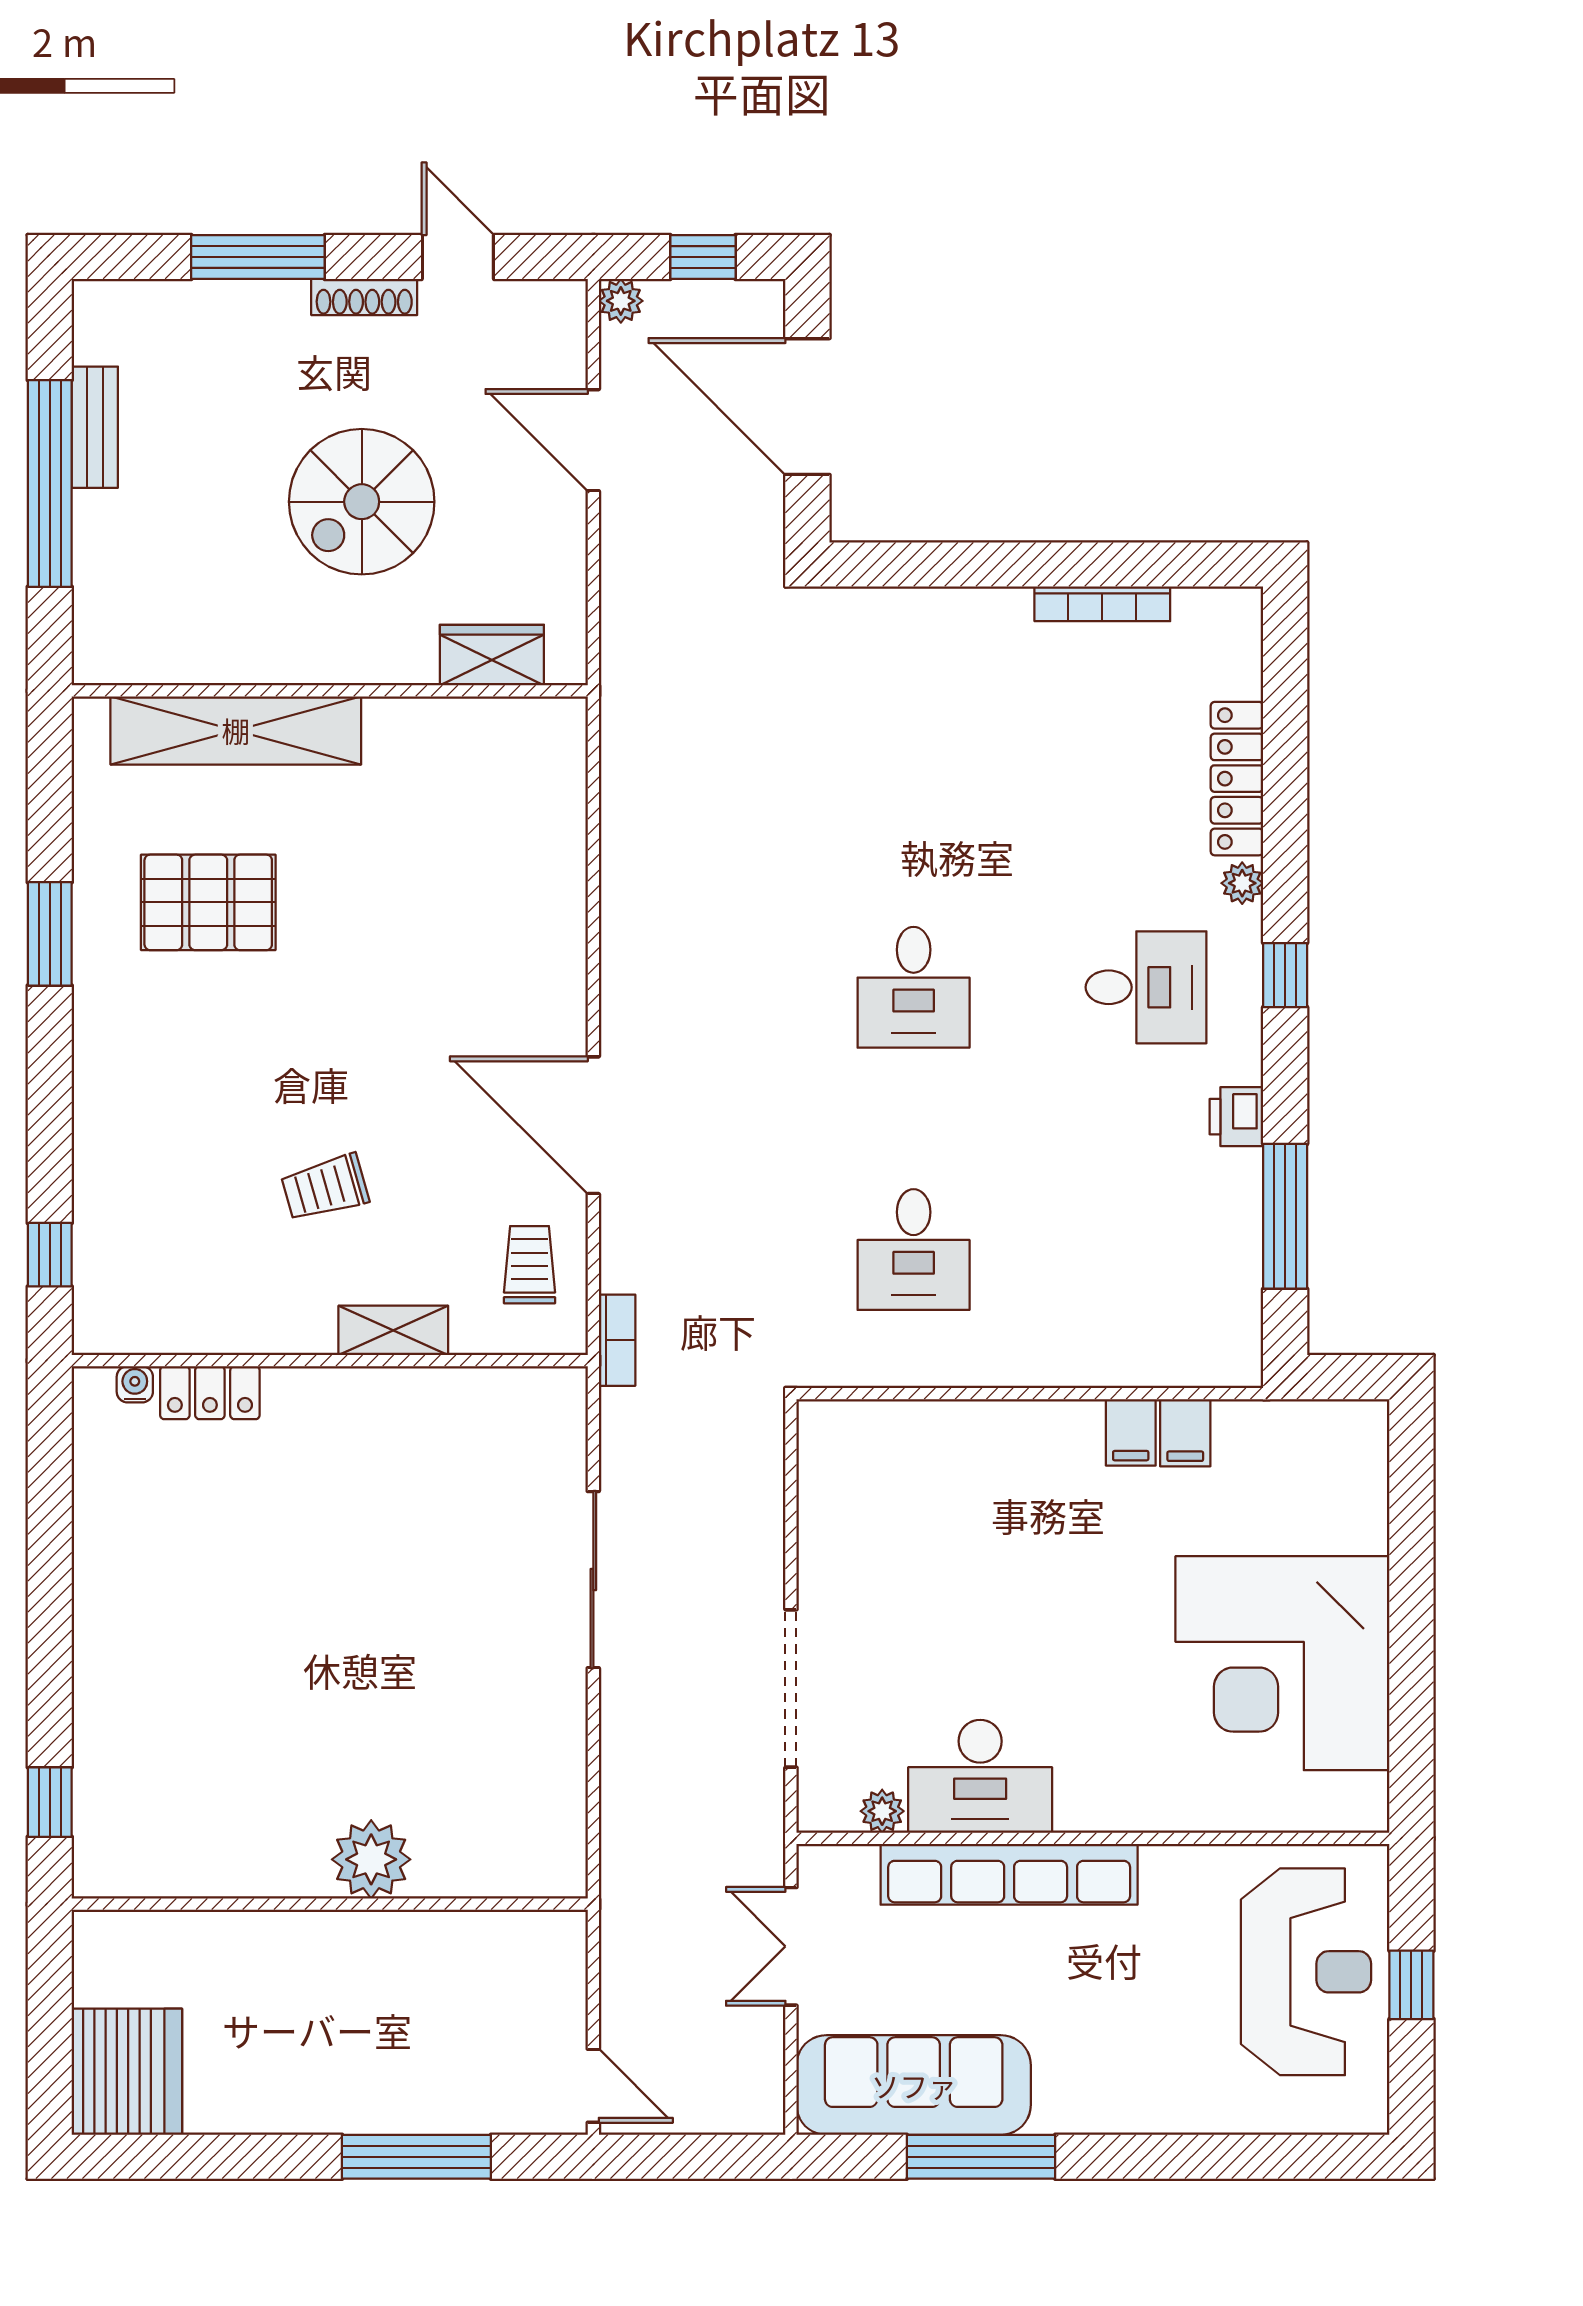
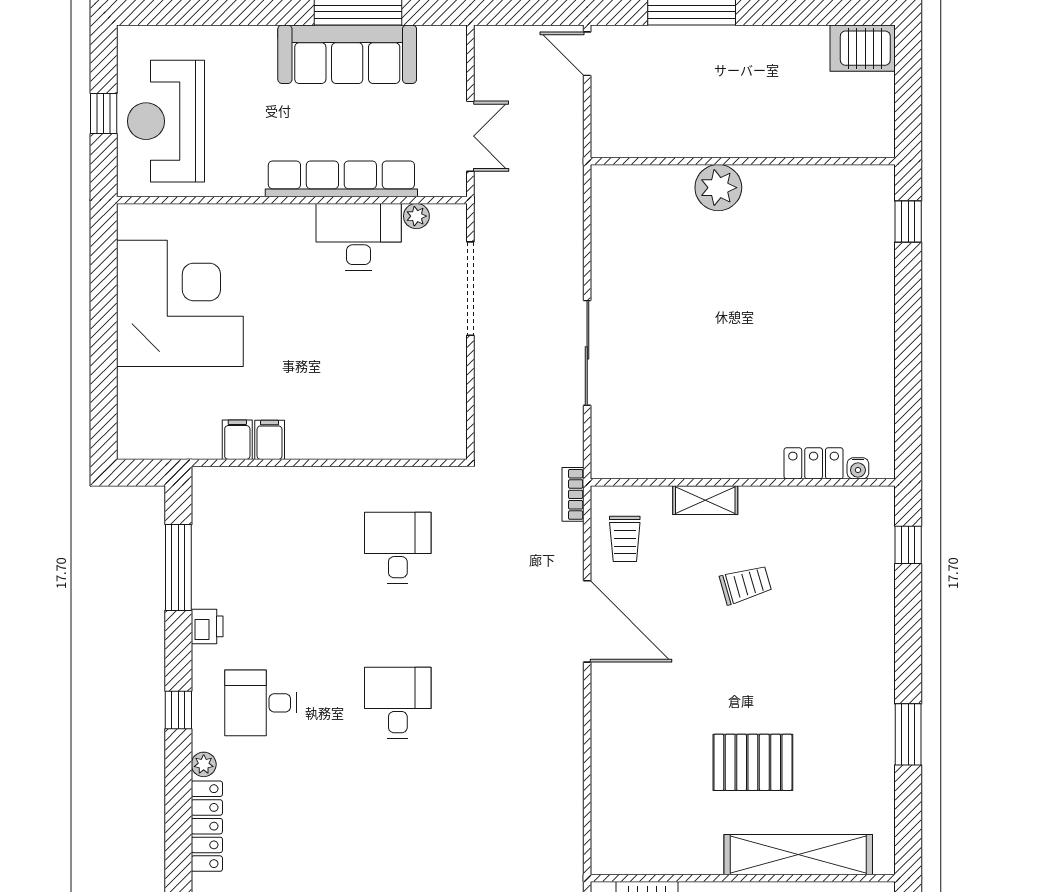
pallet: (208, 902) -> (753, 762), moved
server rack: (127, 2072) -> (863, 48), width x0.62
sofa: (914, 2085) -> (347, 54), moved

